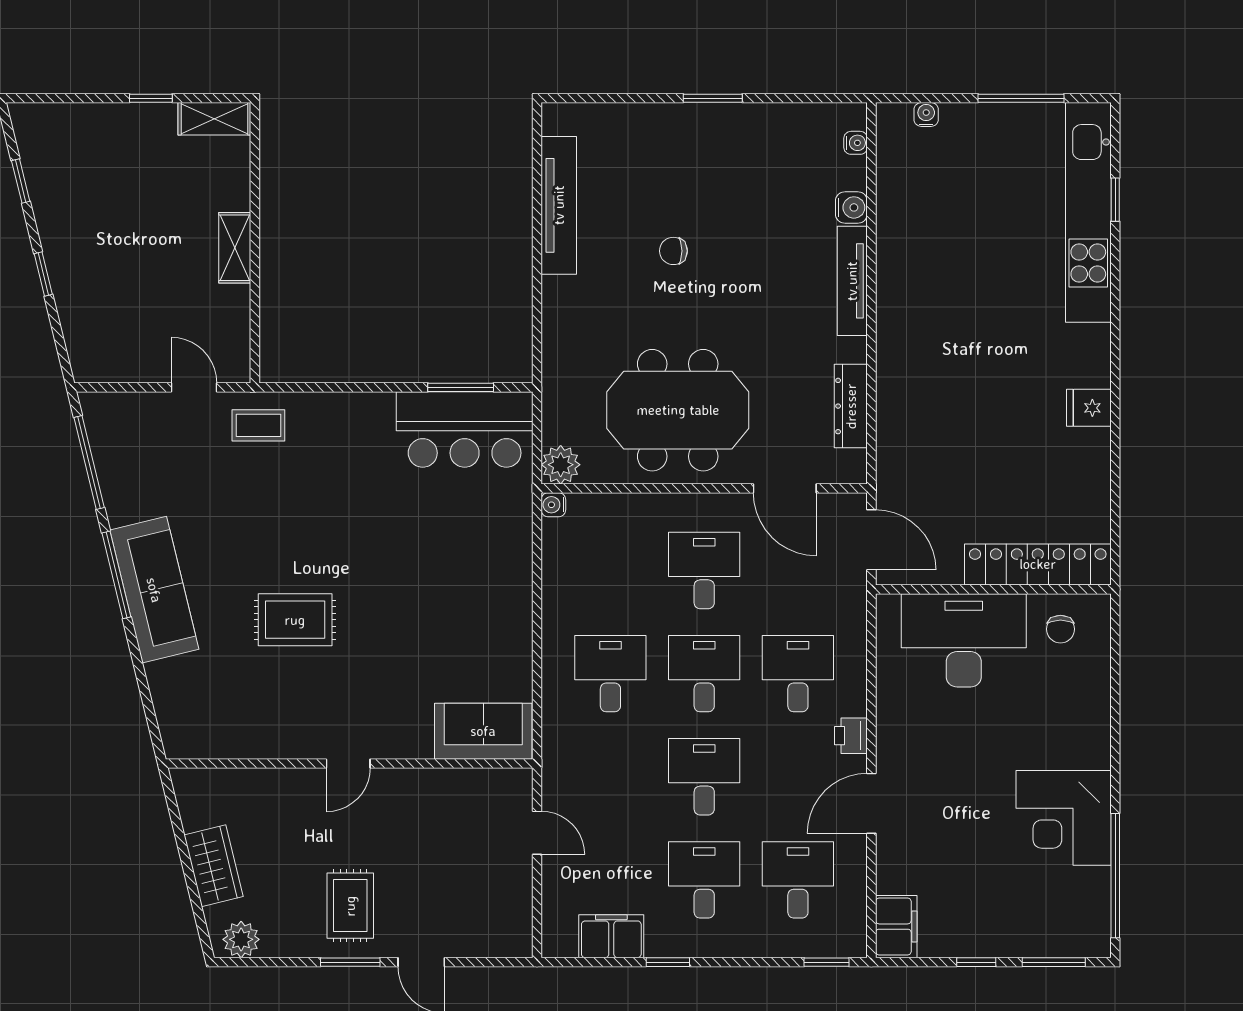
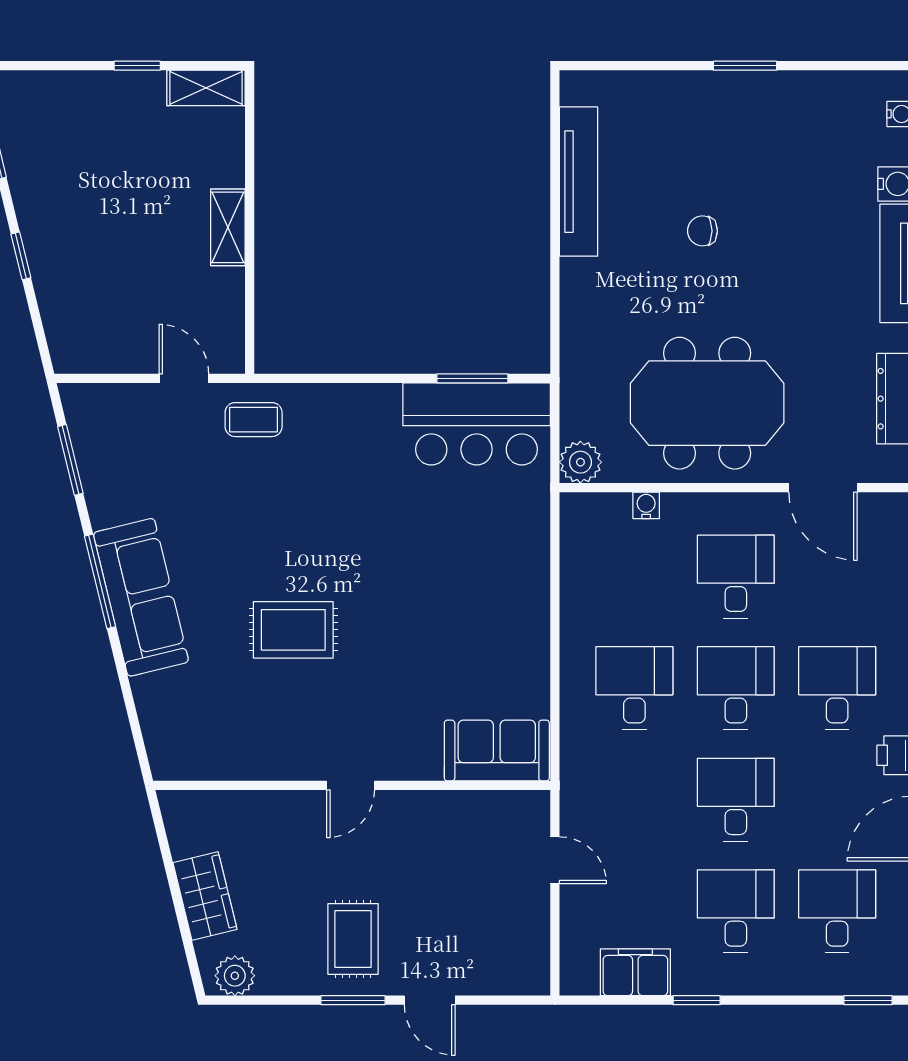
window: (89, 463) -> (70, 460), width x0.69
water cooler: (553, 505) -> (646, 505), moved, turned 90

